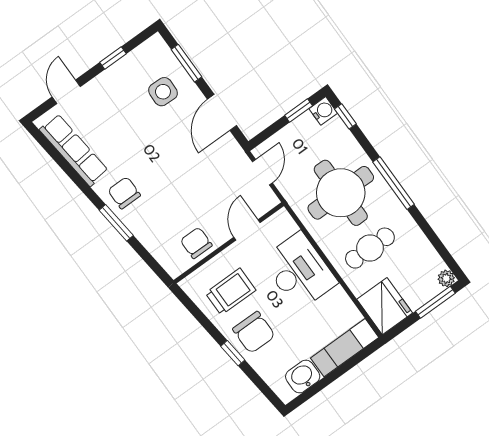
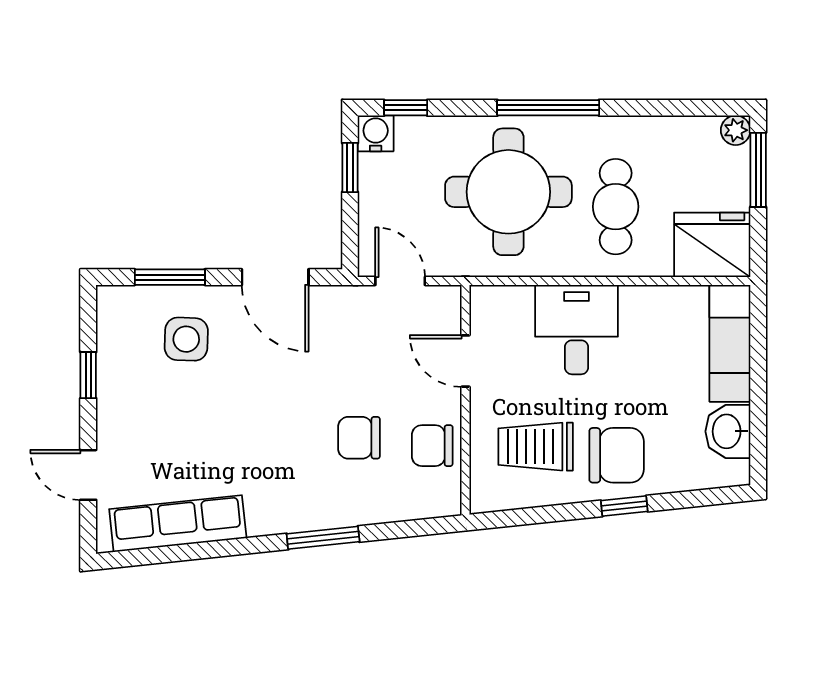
chair: (124, 193) -> (359, 438), moved
desk: (299, 271) -> (577, 330), width x0.73
trolley: (231, 292) -> (536, 447), turned -90

